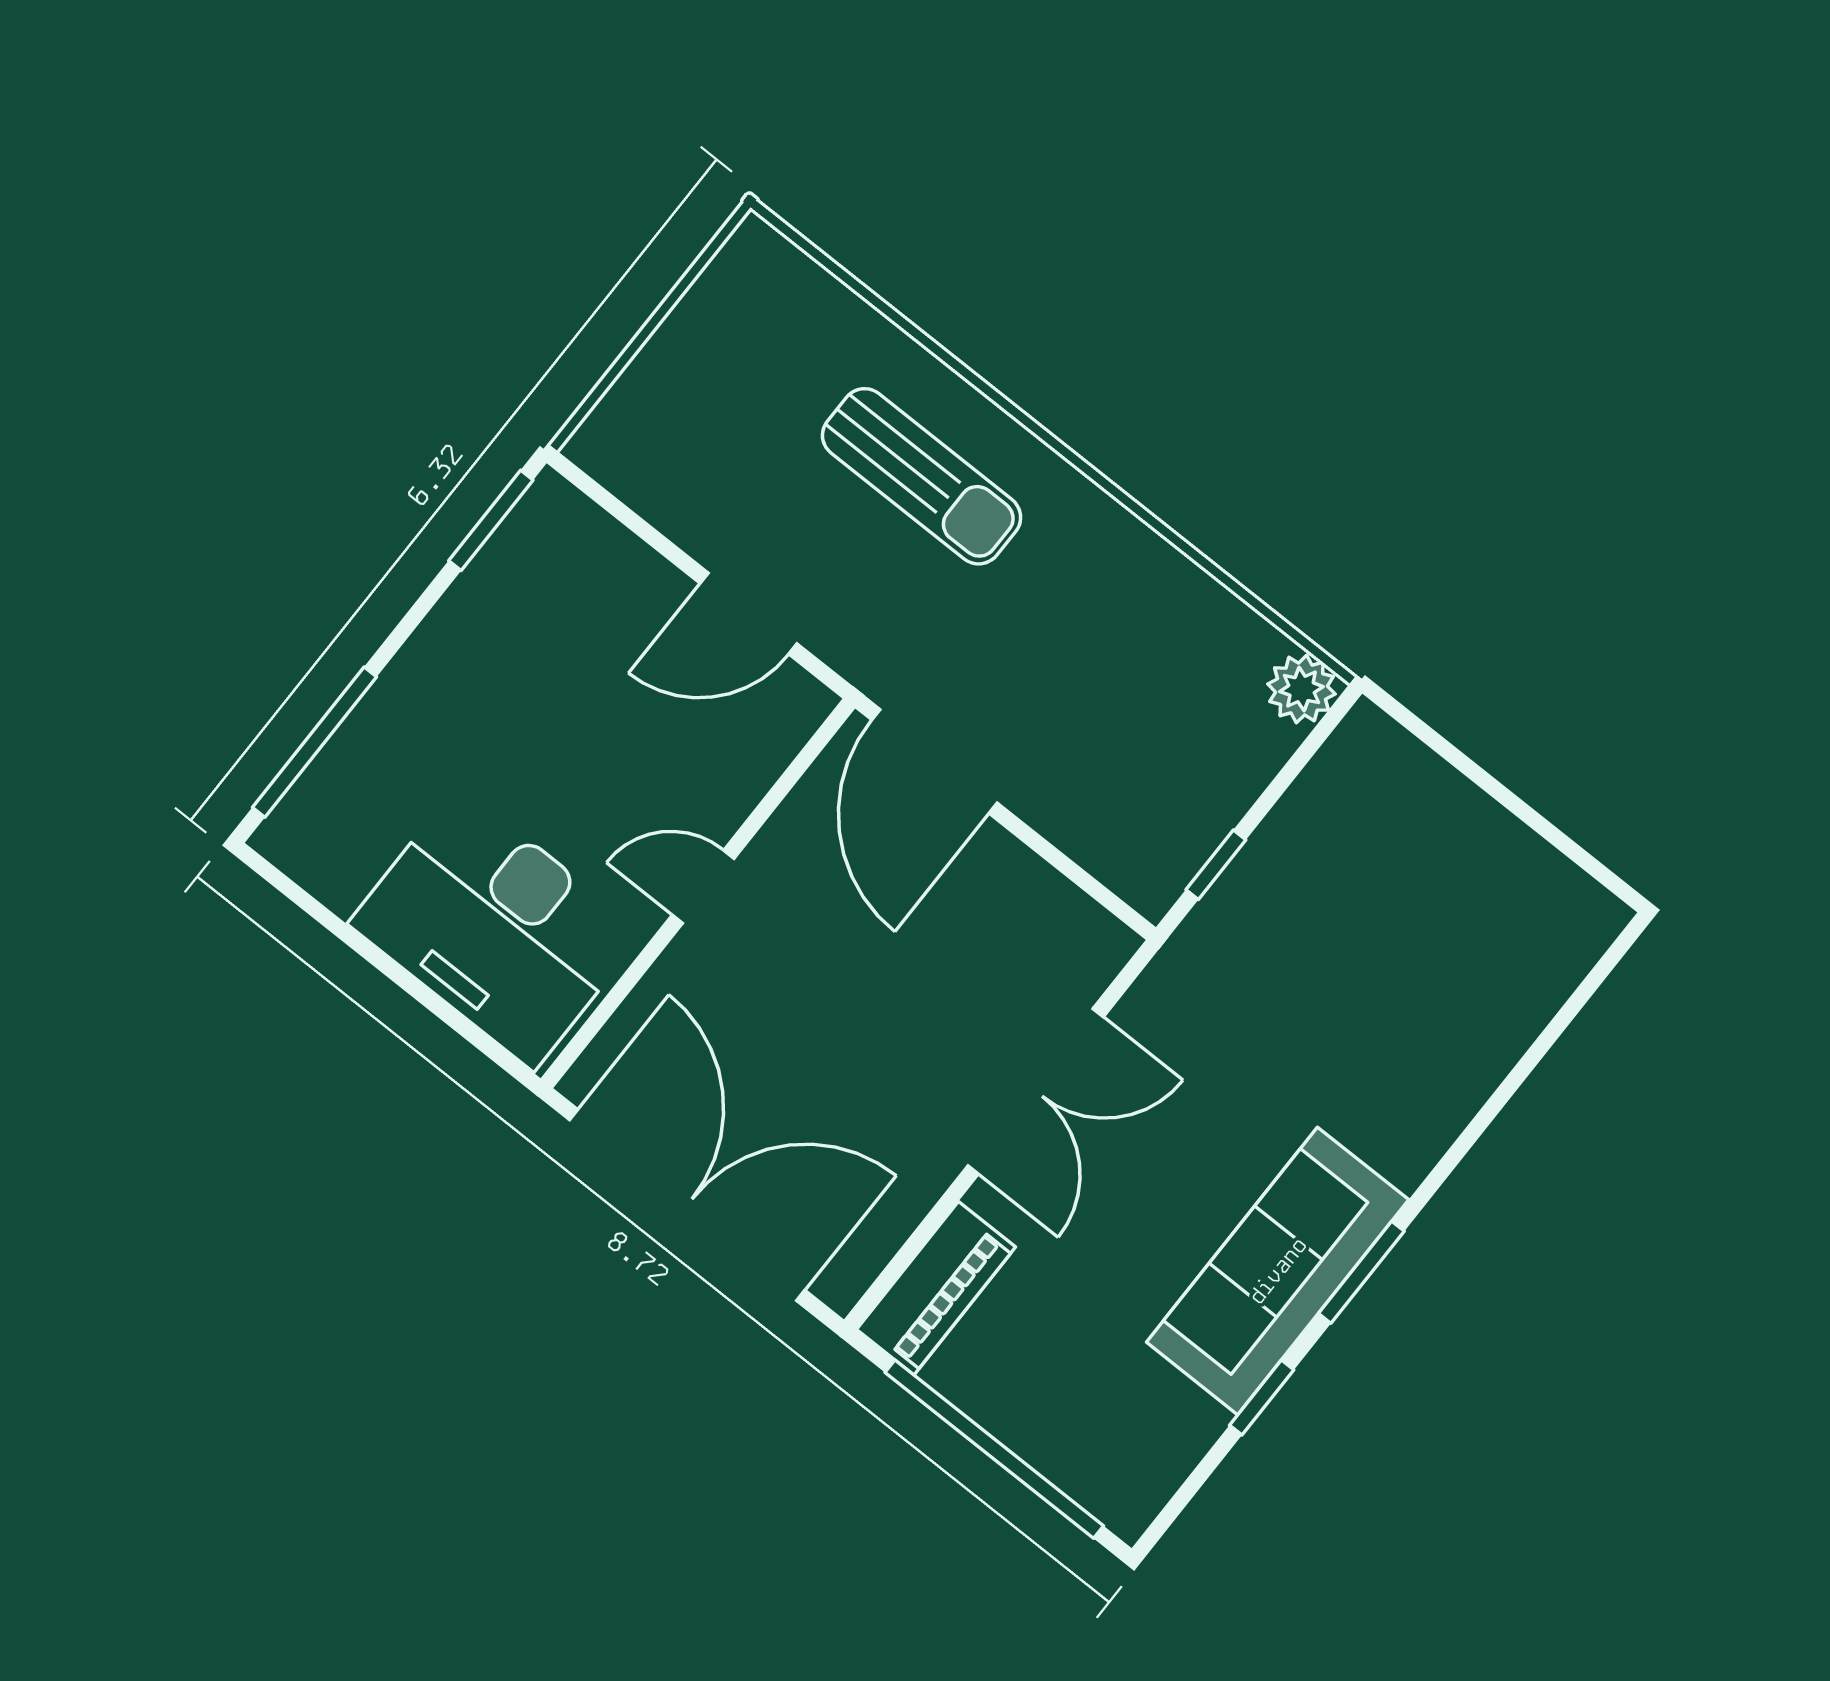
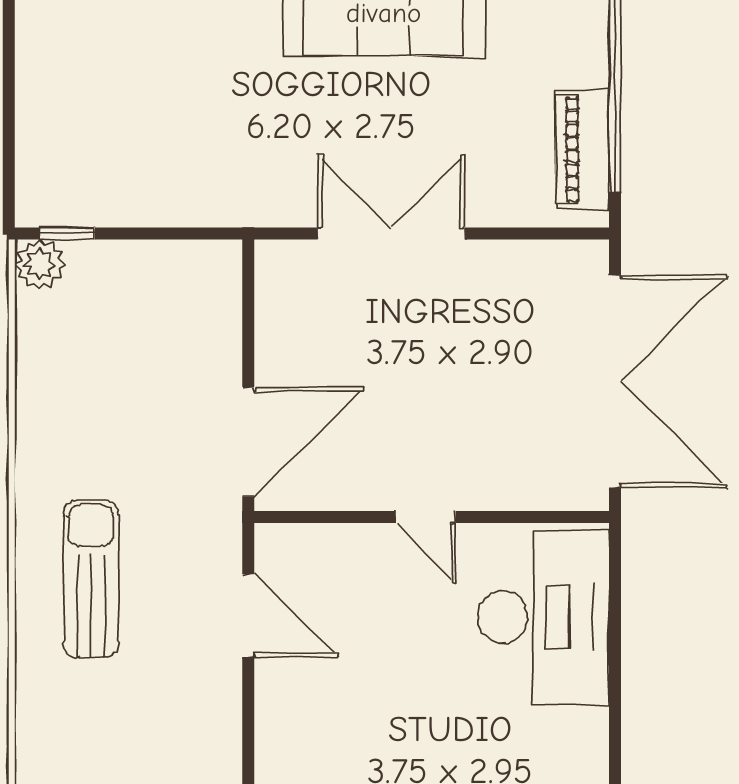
window: (1216, 865) -> (67, 234), moved
double door: (687, 1205) -> (615, 381), swing flipped
piano: (936, 1288) -> (582, 150), moved, turned -90

